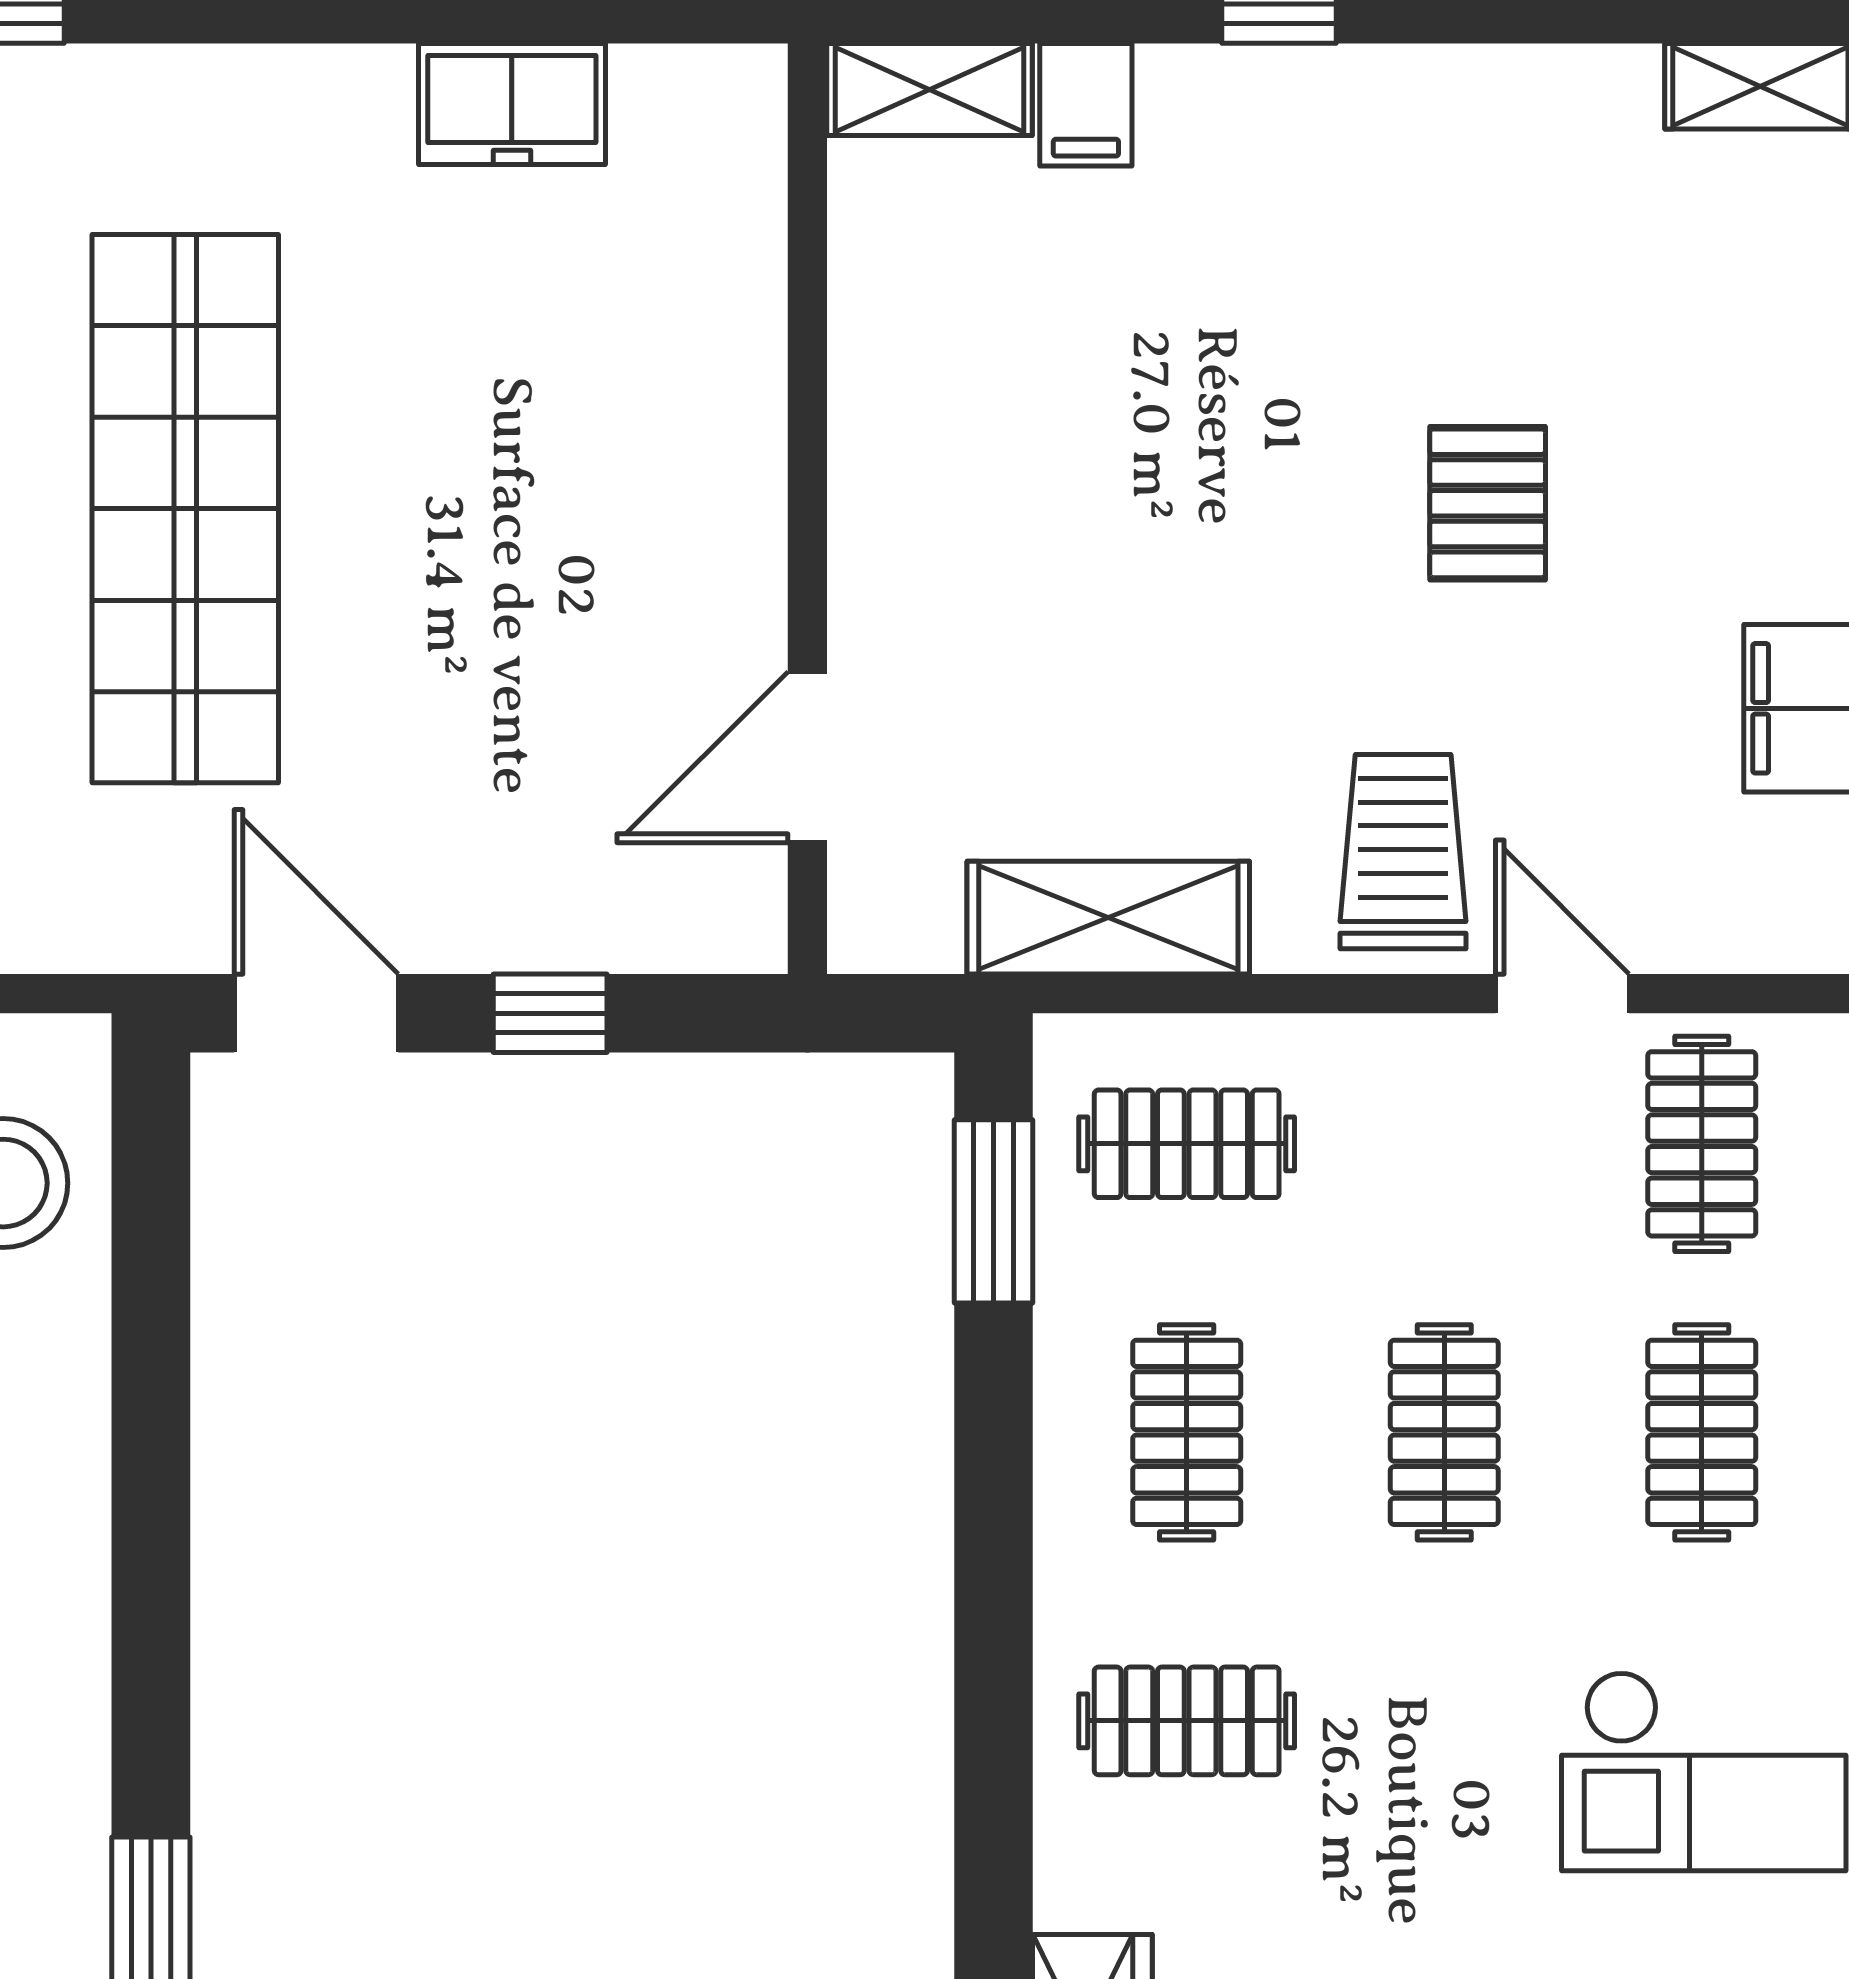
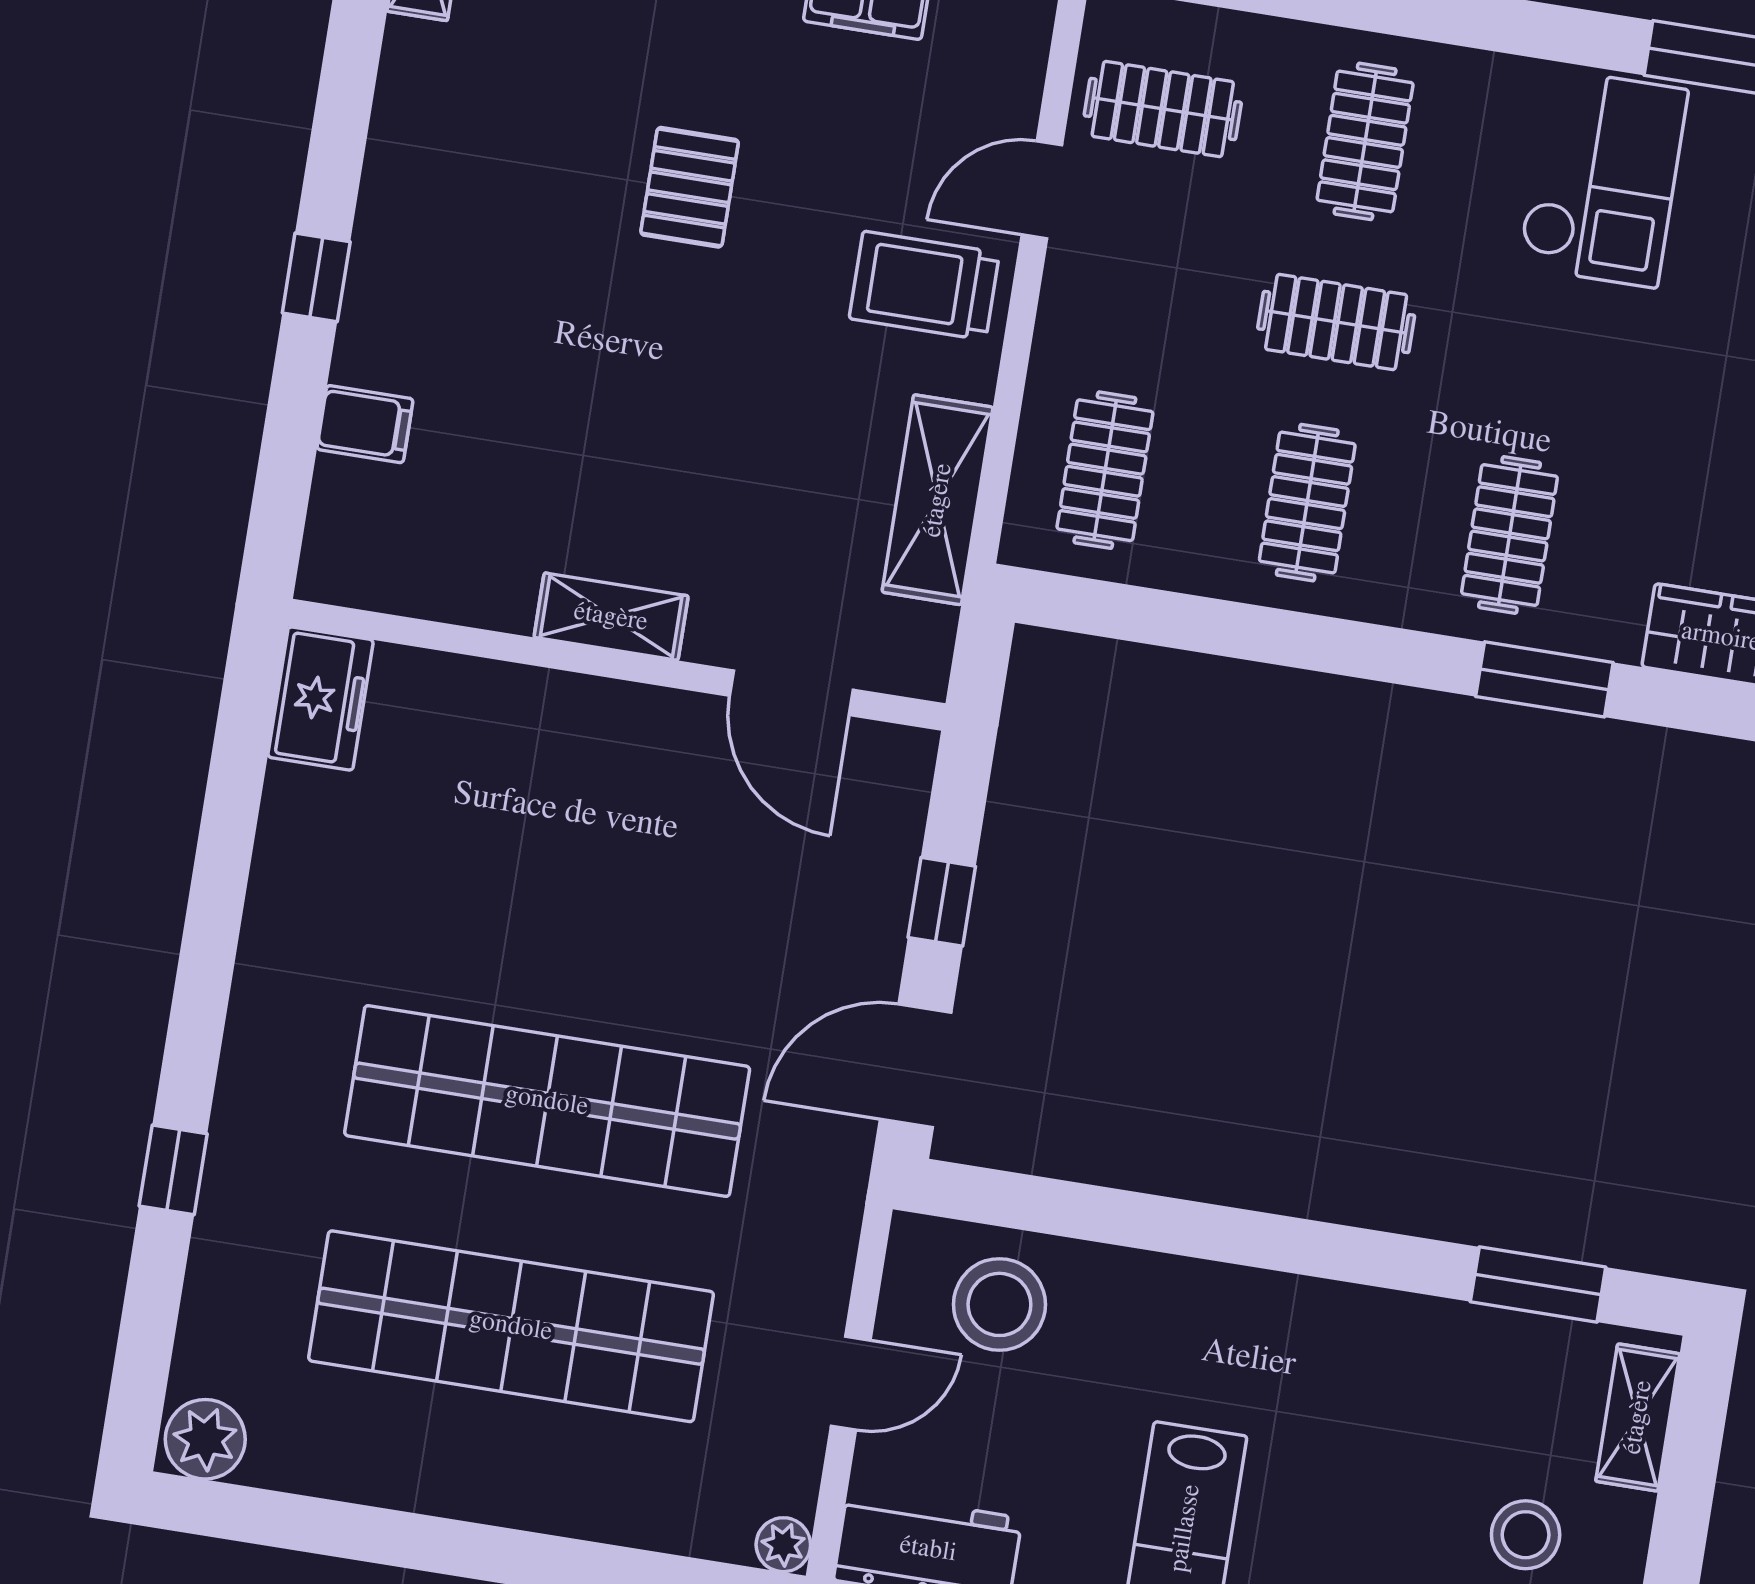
shelving: (929, 89) -> (611, 617), moved, turned 90
freezer: (512, 104) -> (321, 699), moved
pallet: (1488, 503) -> (690, 187), turned 90
window: (994, 1211) -> (1544, 679), moved
clothes rail: (1187, 1432) -> (1307, 503), turned 90
clothes rail: (1702, 1432) -> (1365, 141), turned 90

